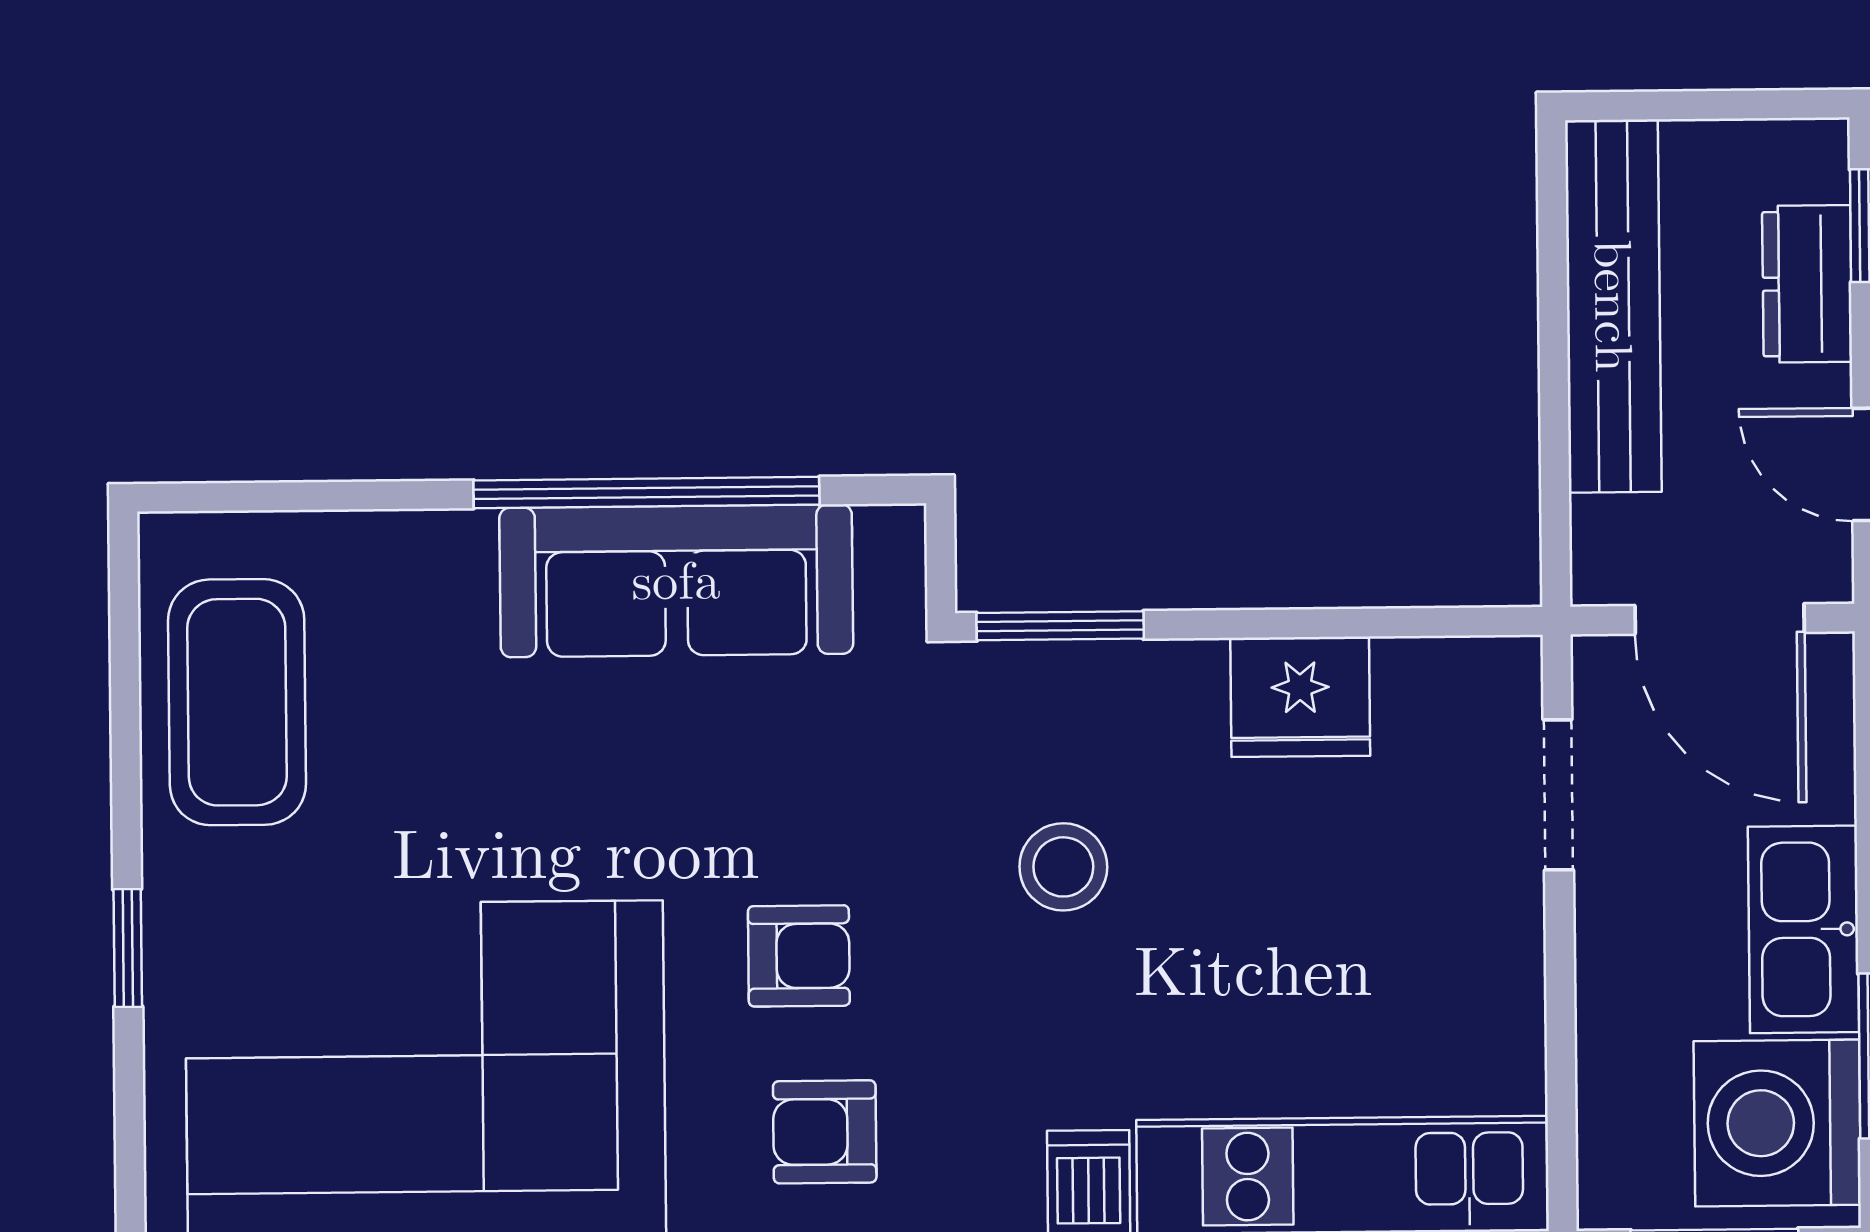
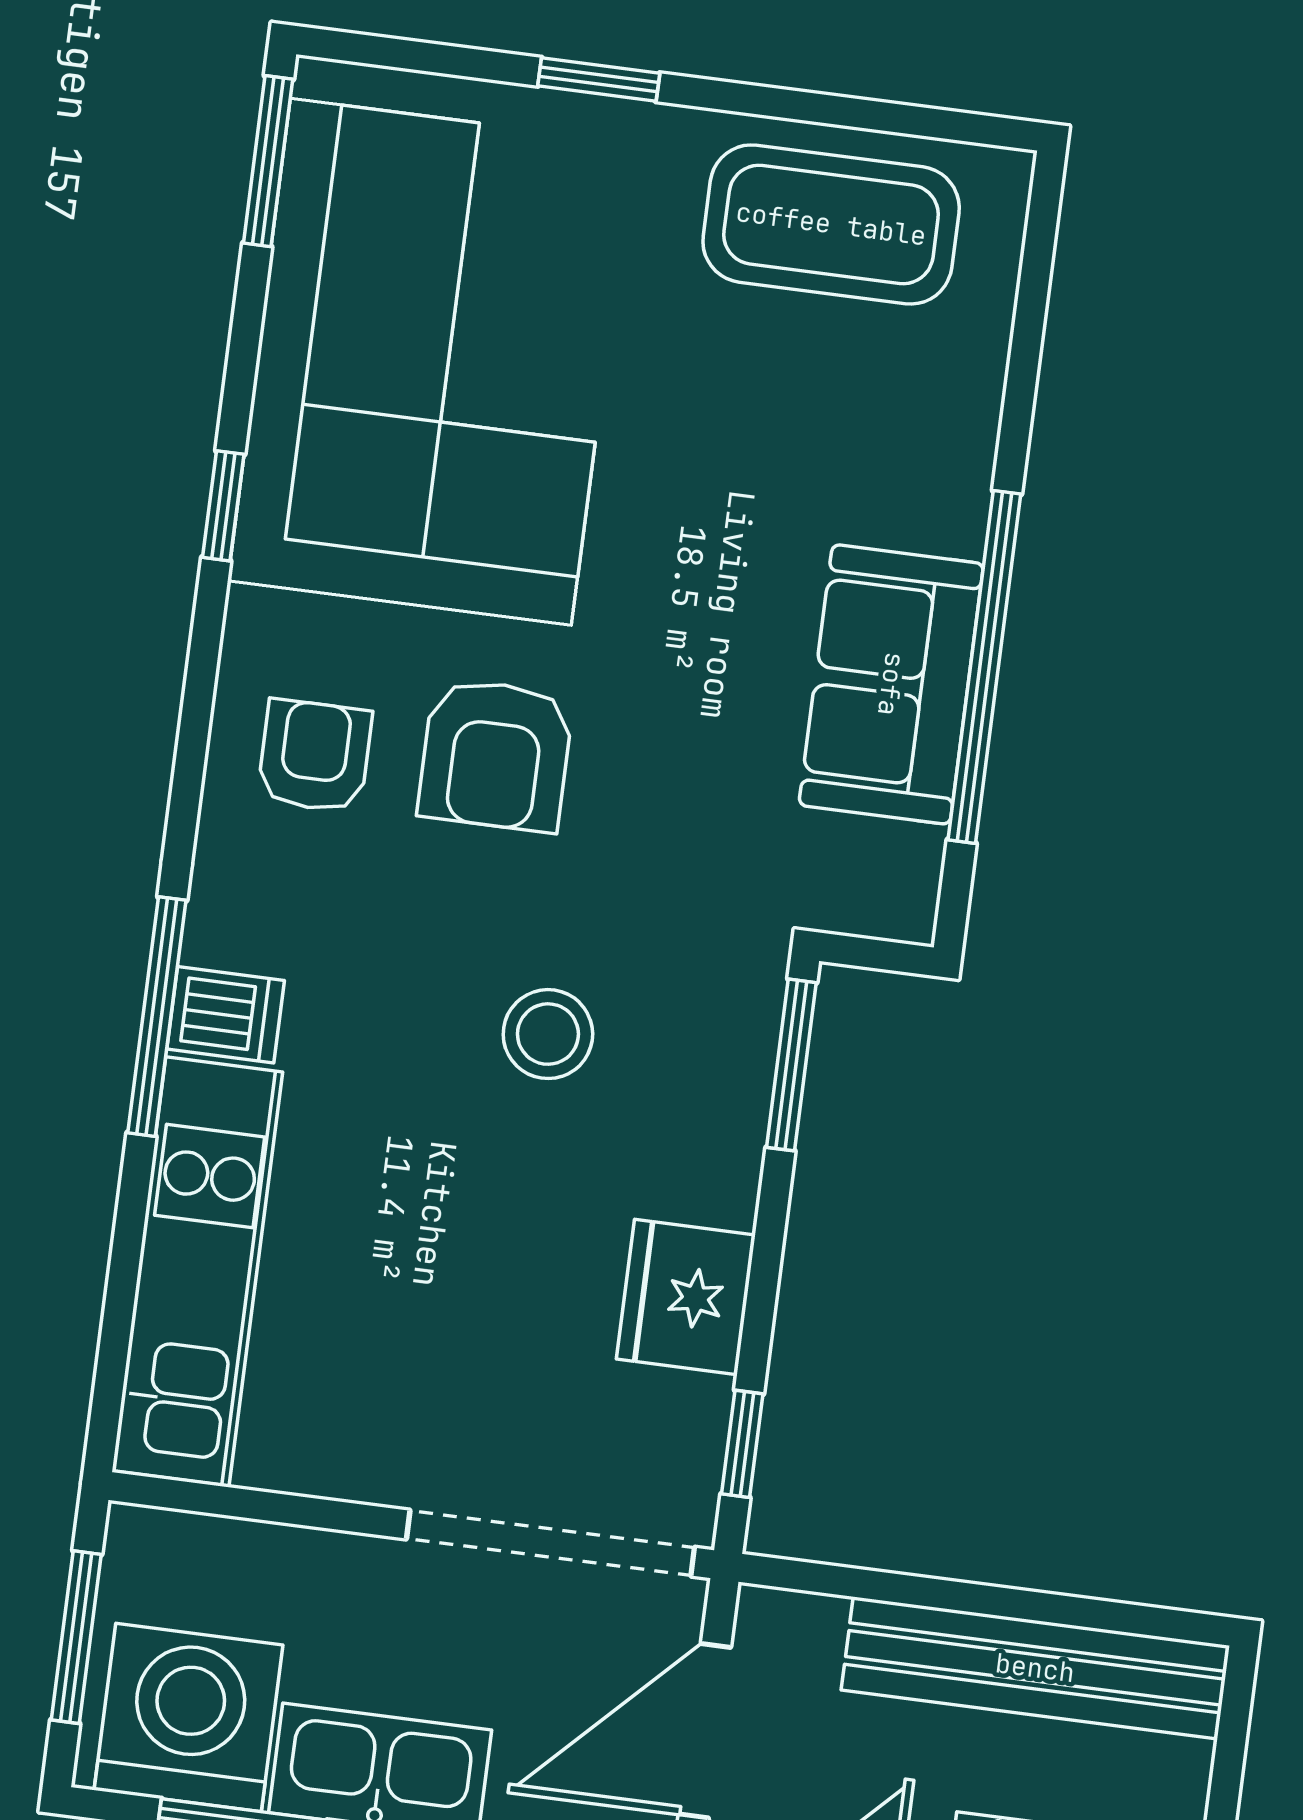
sofa: (676, 581) -> (891, 684), width x0.73
window: (1435, 622) -> (742, 1444), added
doorway: (1558, 795) -> (550, 1543), width x1.88
armchair: (799, 956) -> (496, 755), width x1.38, depth x1.38

